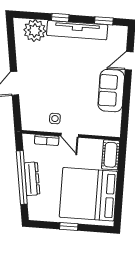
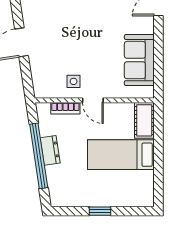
sofa: (111, 91) -> (139, 60), moved
dresser: (32, 179) -> (50, 150), width x0.70
bed: (88, 194) -> (121, 155), width x0.49

